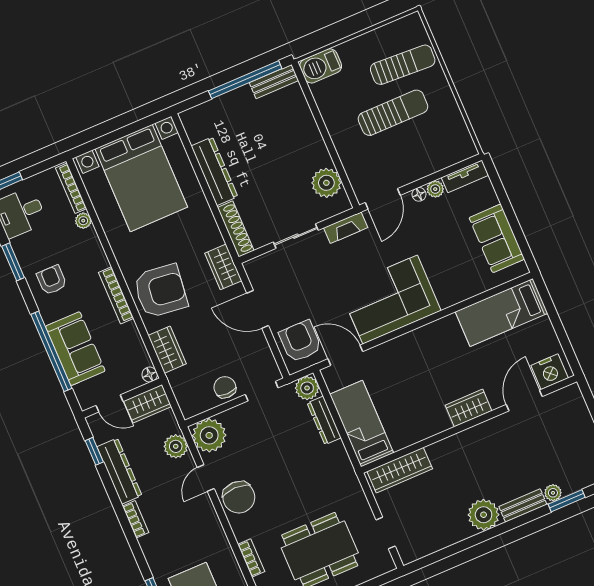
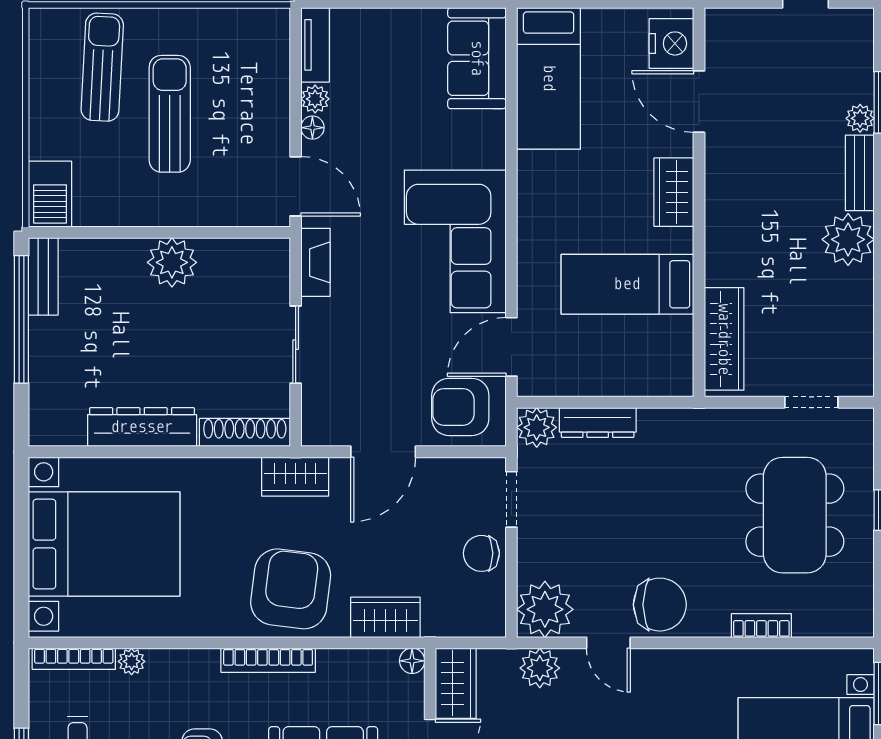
plant: (326, 183) -> (172, 262), moved
sofa: (497, 238) -> (477, 58), moved, turned 90
bed: (362, 424) -> (627, 284), moved

